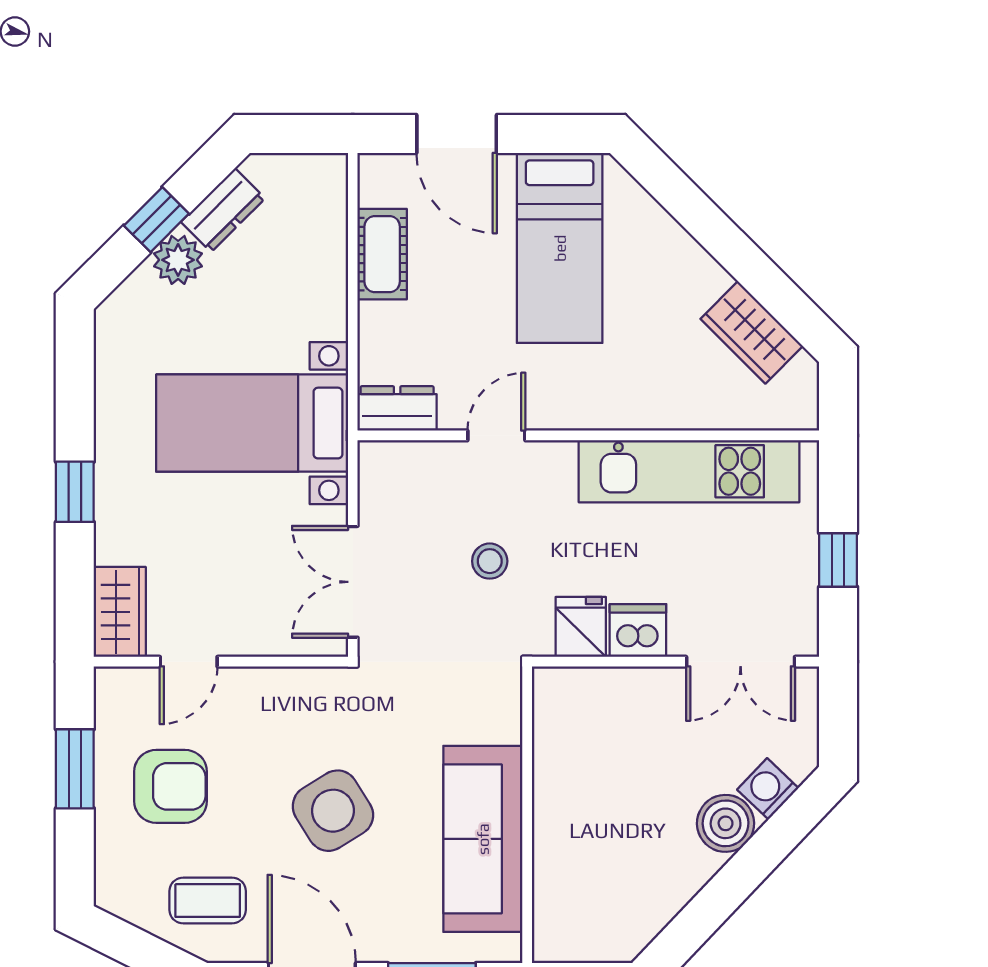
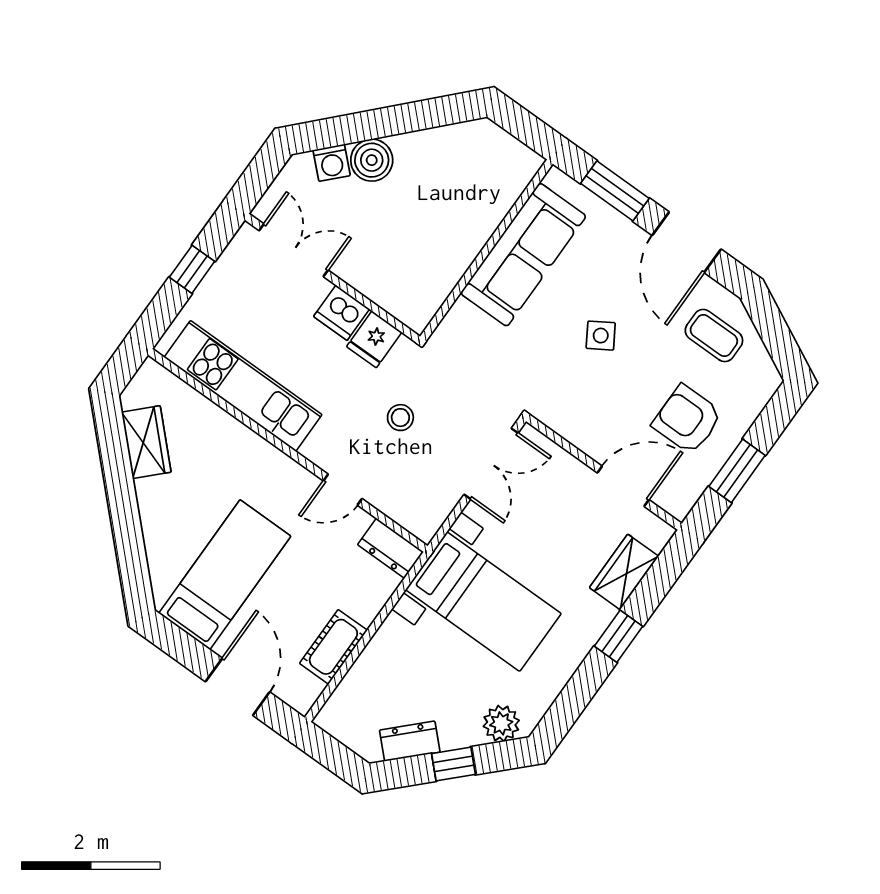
plant: (178, 260) -> (501, 723), moved
wardrobe: (120, 612) -> (624, 572), moved
door: (189, 662) -> (623, 486), width x1.38
side table: (333, 811) -> (601, 336), width x0.54, depth x0.54

